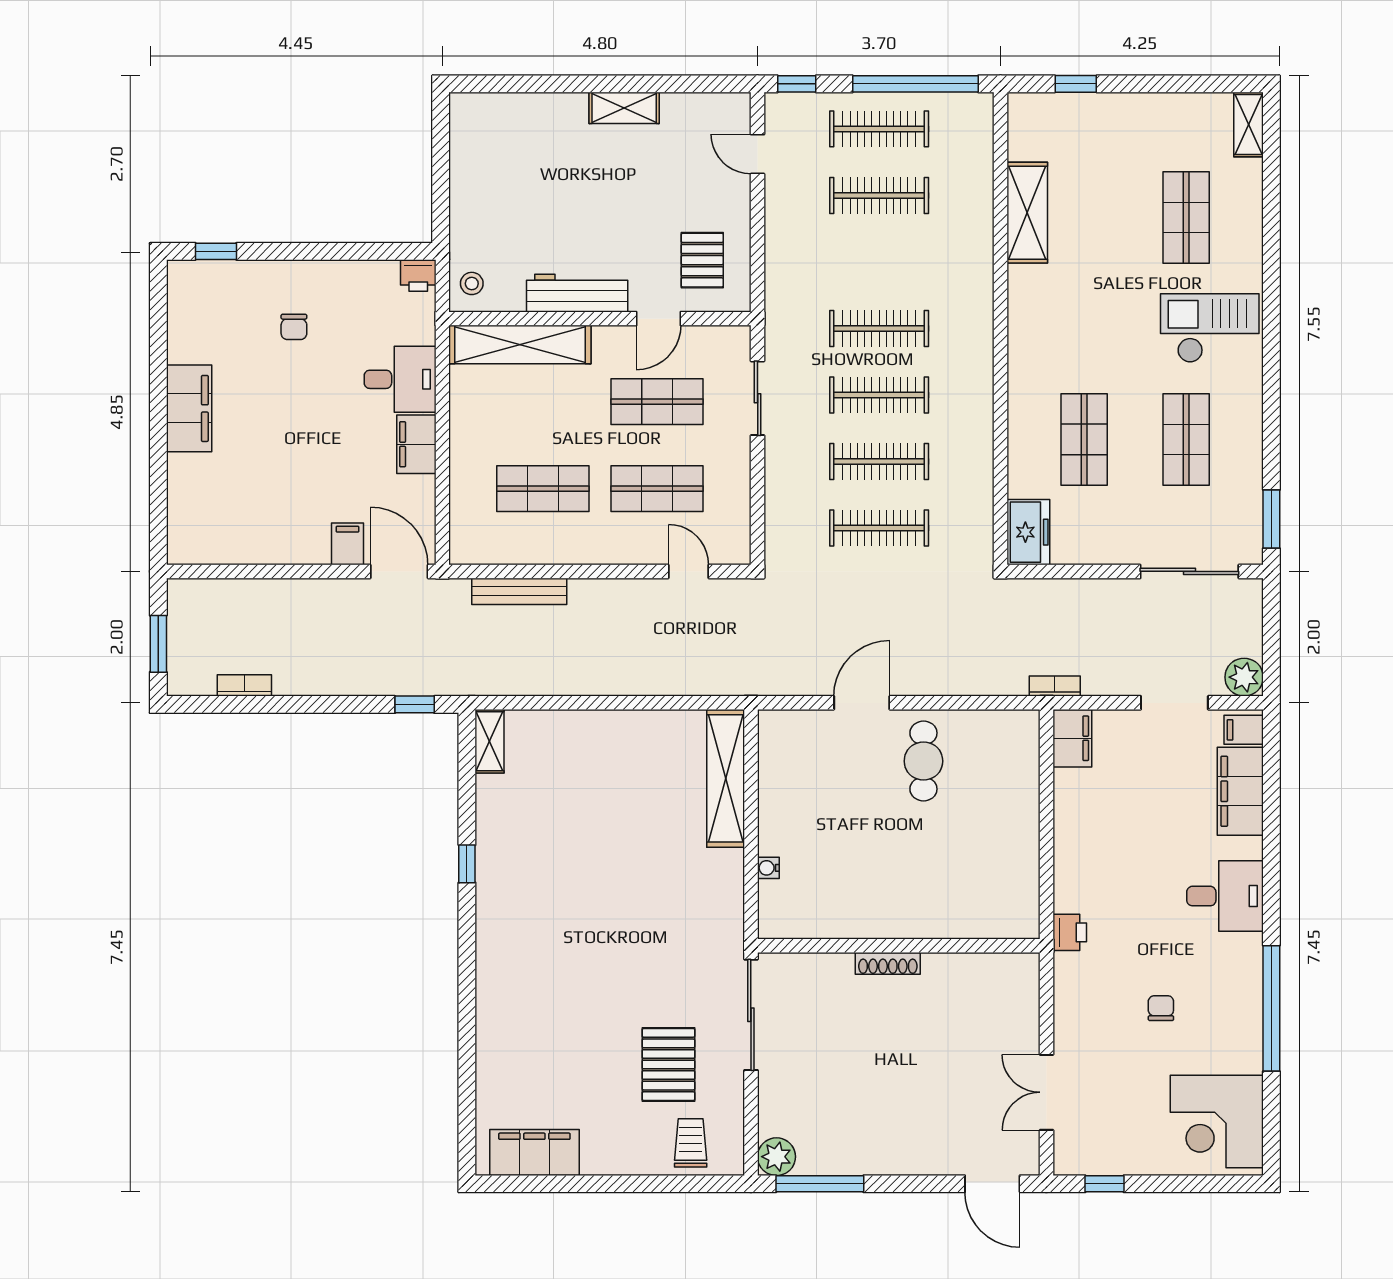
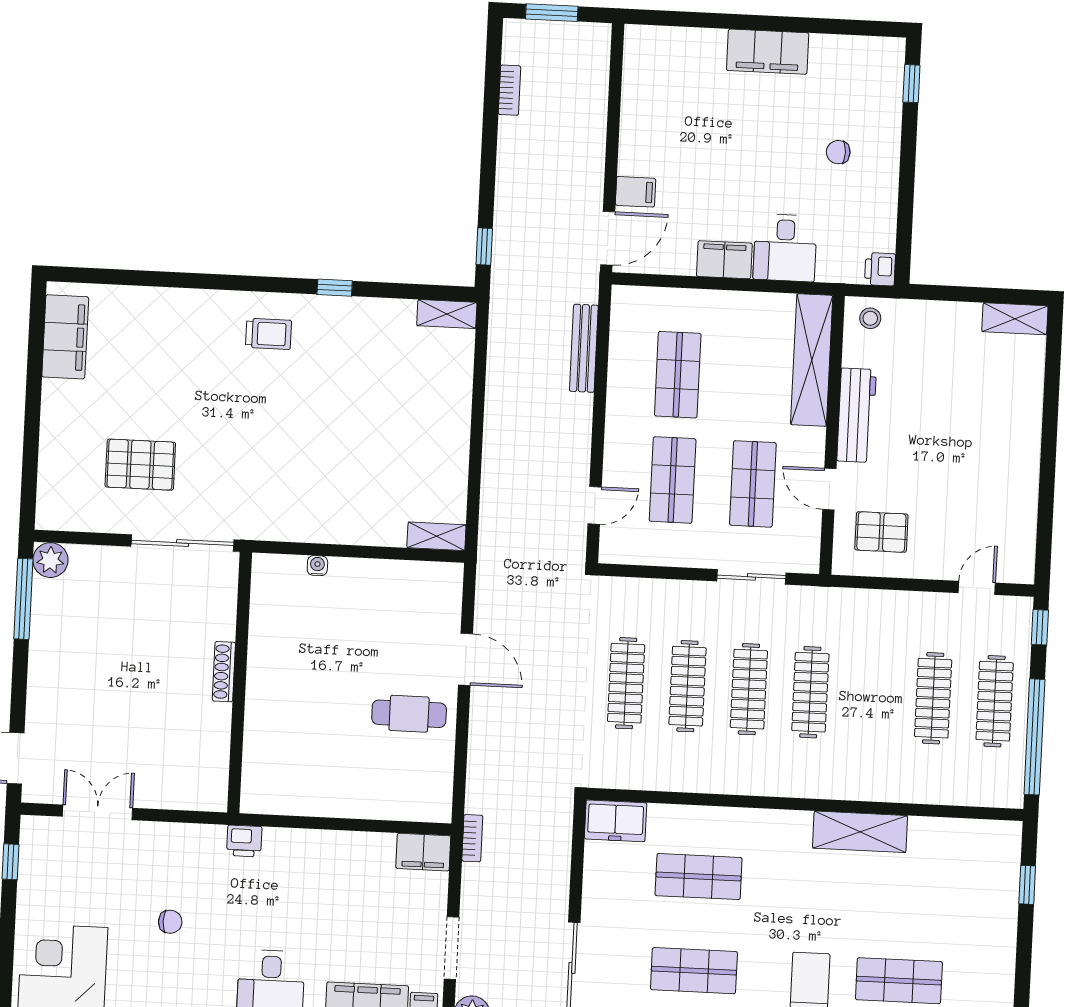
shelving: (624, 108) -> (1015, 319), moved, turned 90
shelving: (1027, 213) -> (860, 832), moved
shelving: (726, 778) -> (436, 536), width x0.45, depth x0.75
trolley: (691, 1143) -> (268, 334), moved

